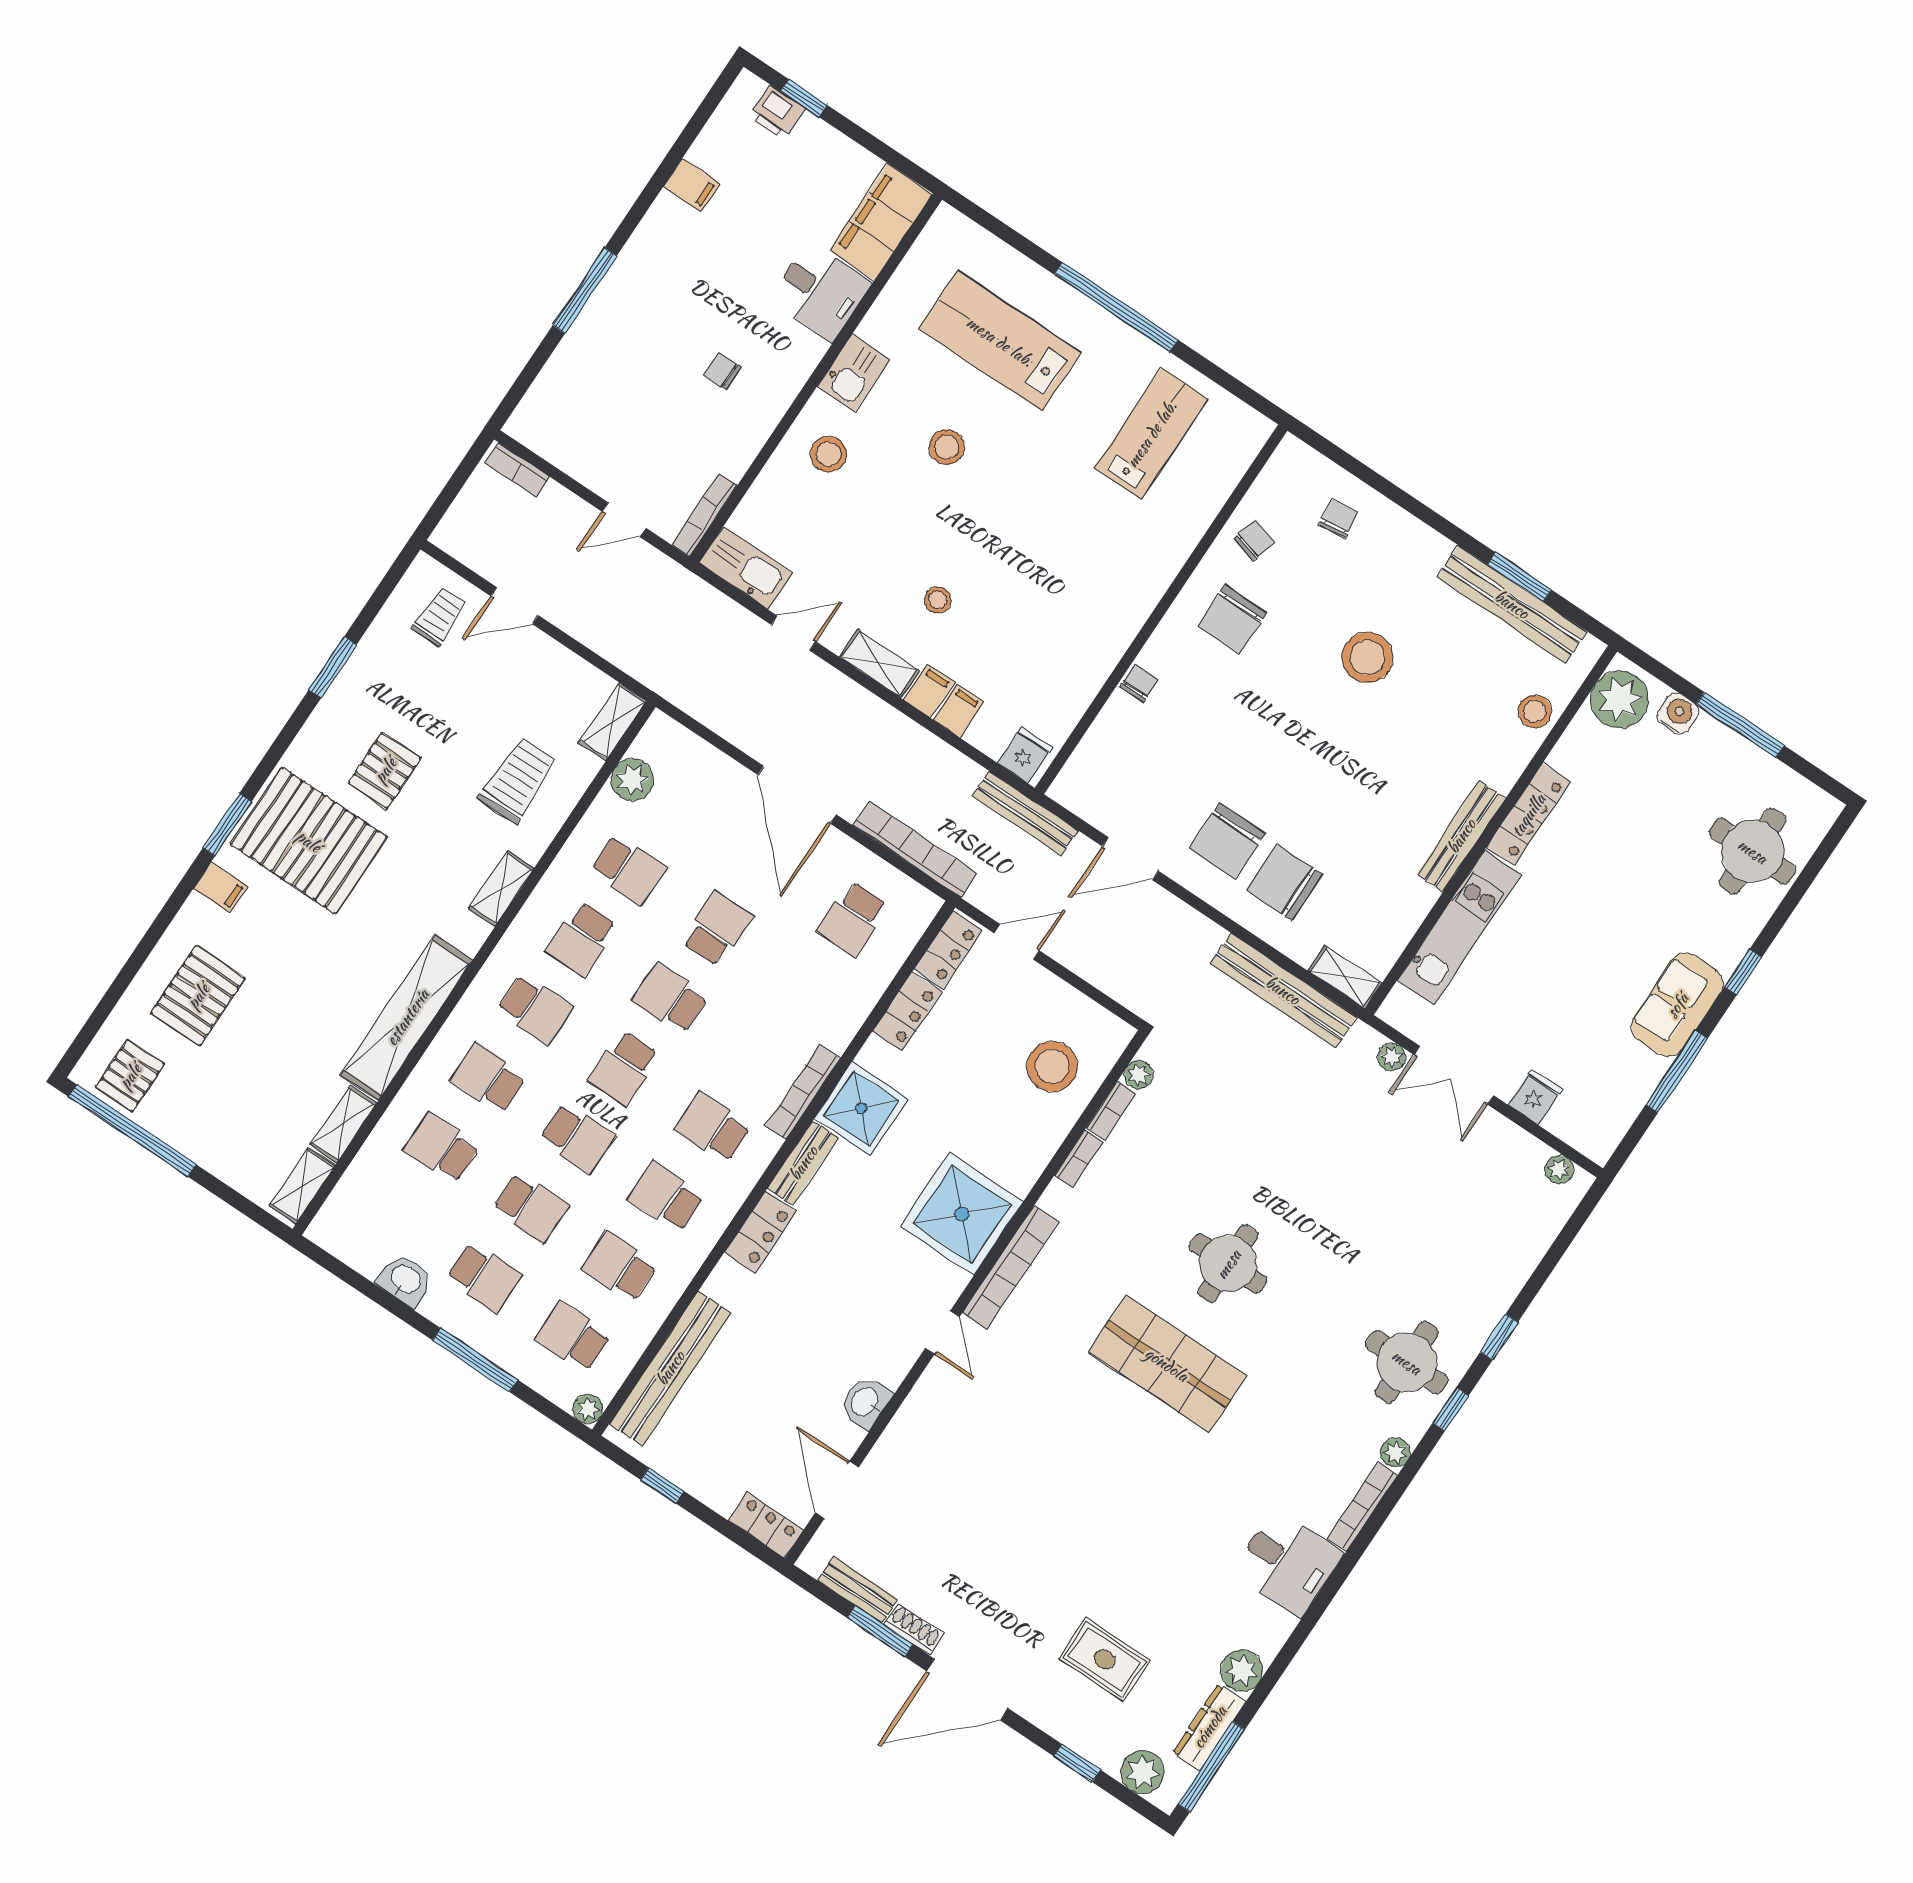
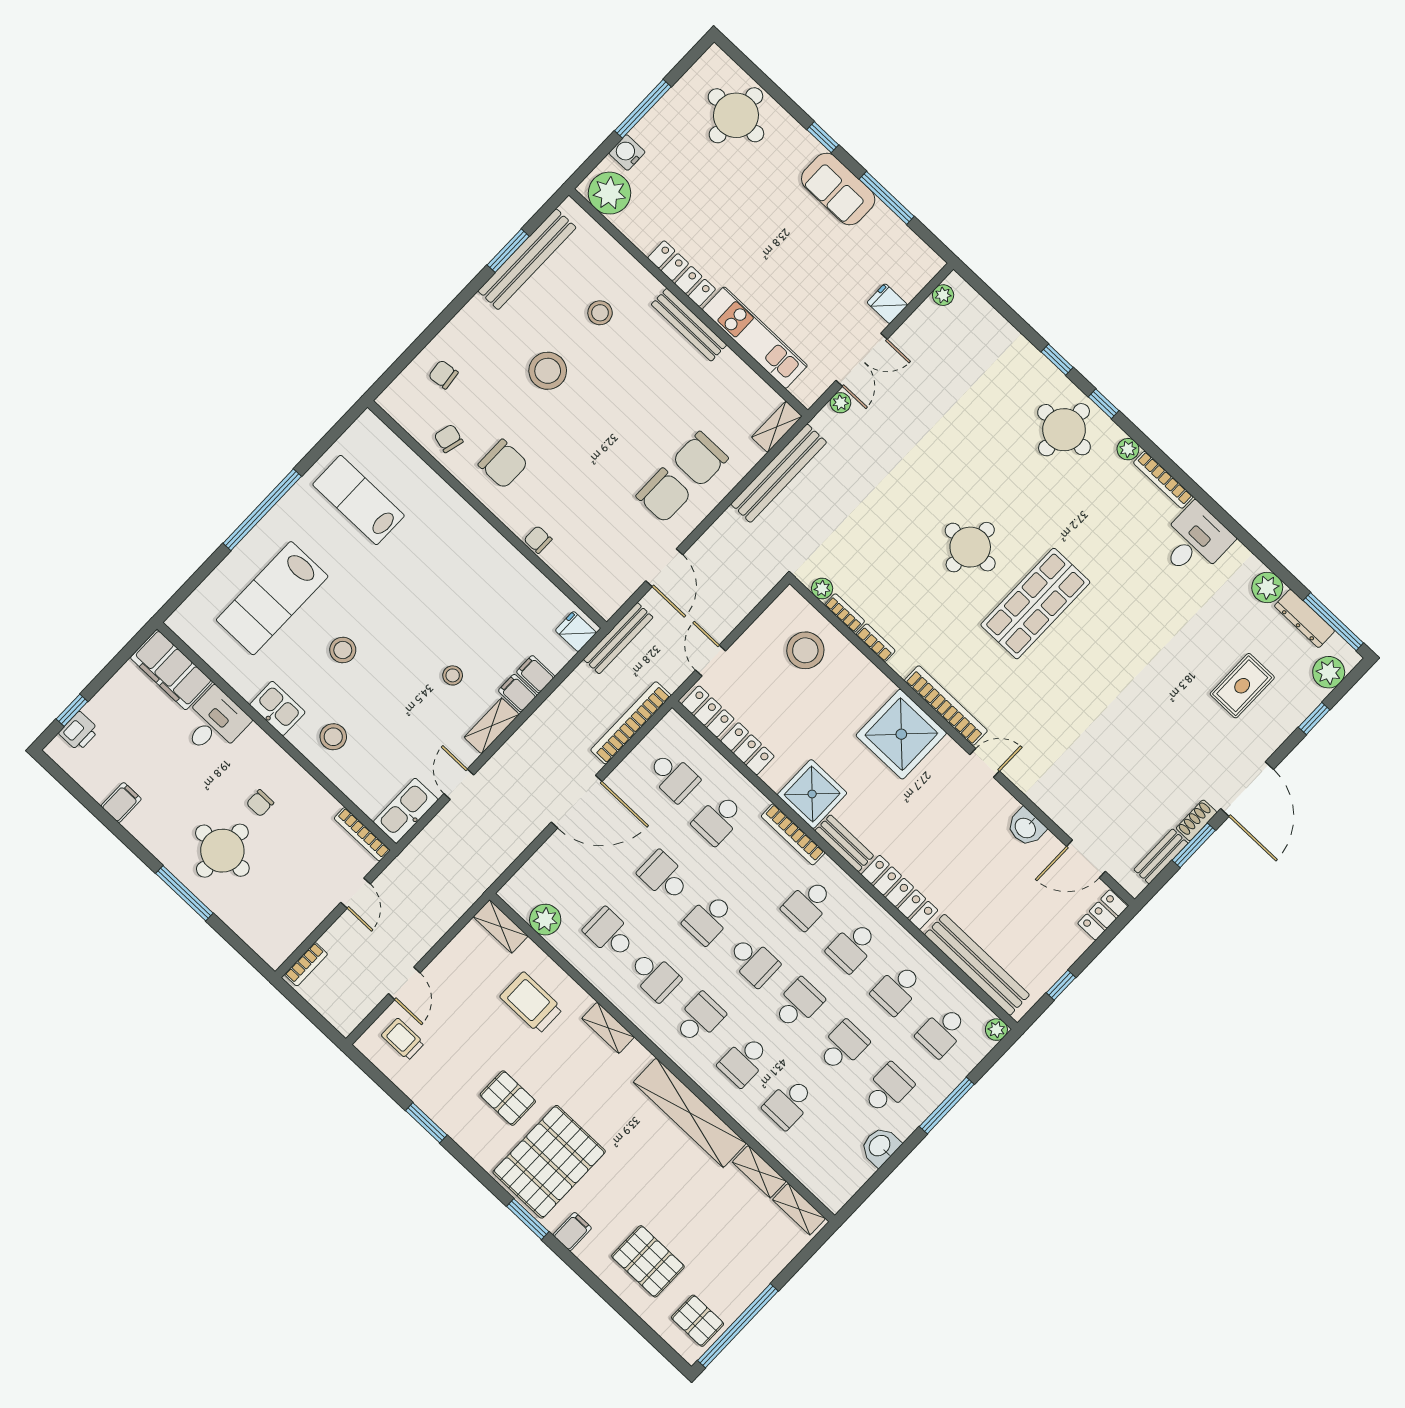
round table: (650, 332) -> (222, 851), added
stool: (1535, 711) -> (600, 313), moved
school desk: (628, 869) -> (610, 933), turned -90
school desk: (806, 988) -> (718, 819), added
locker: (760, 1232) -> (899, 892), width x1.53

